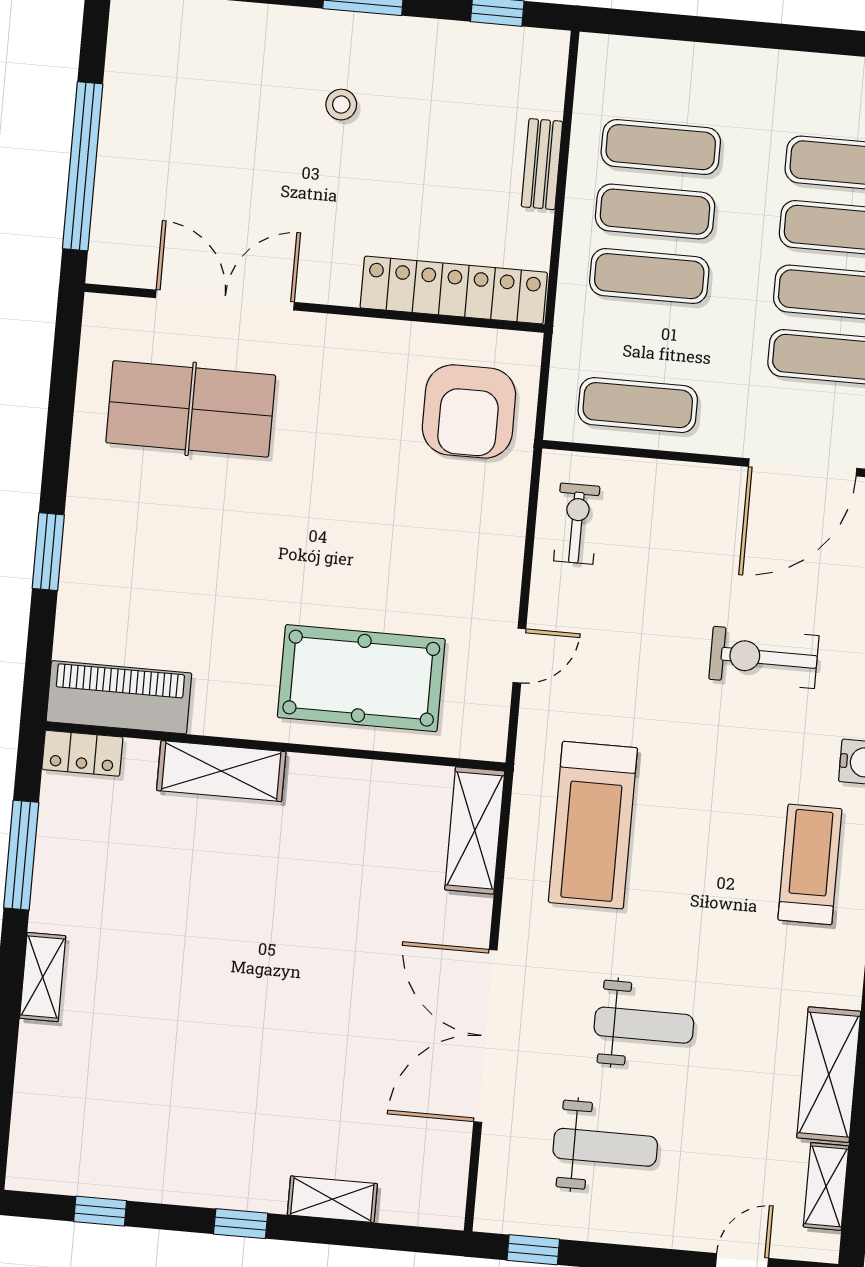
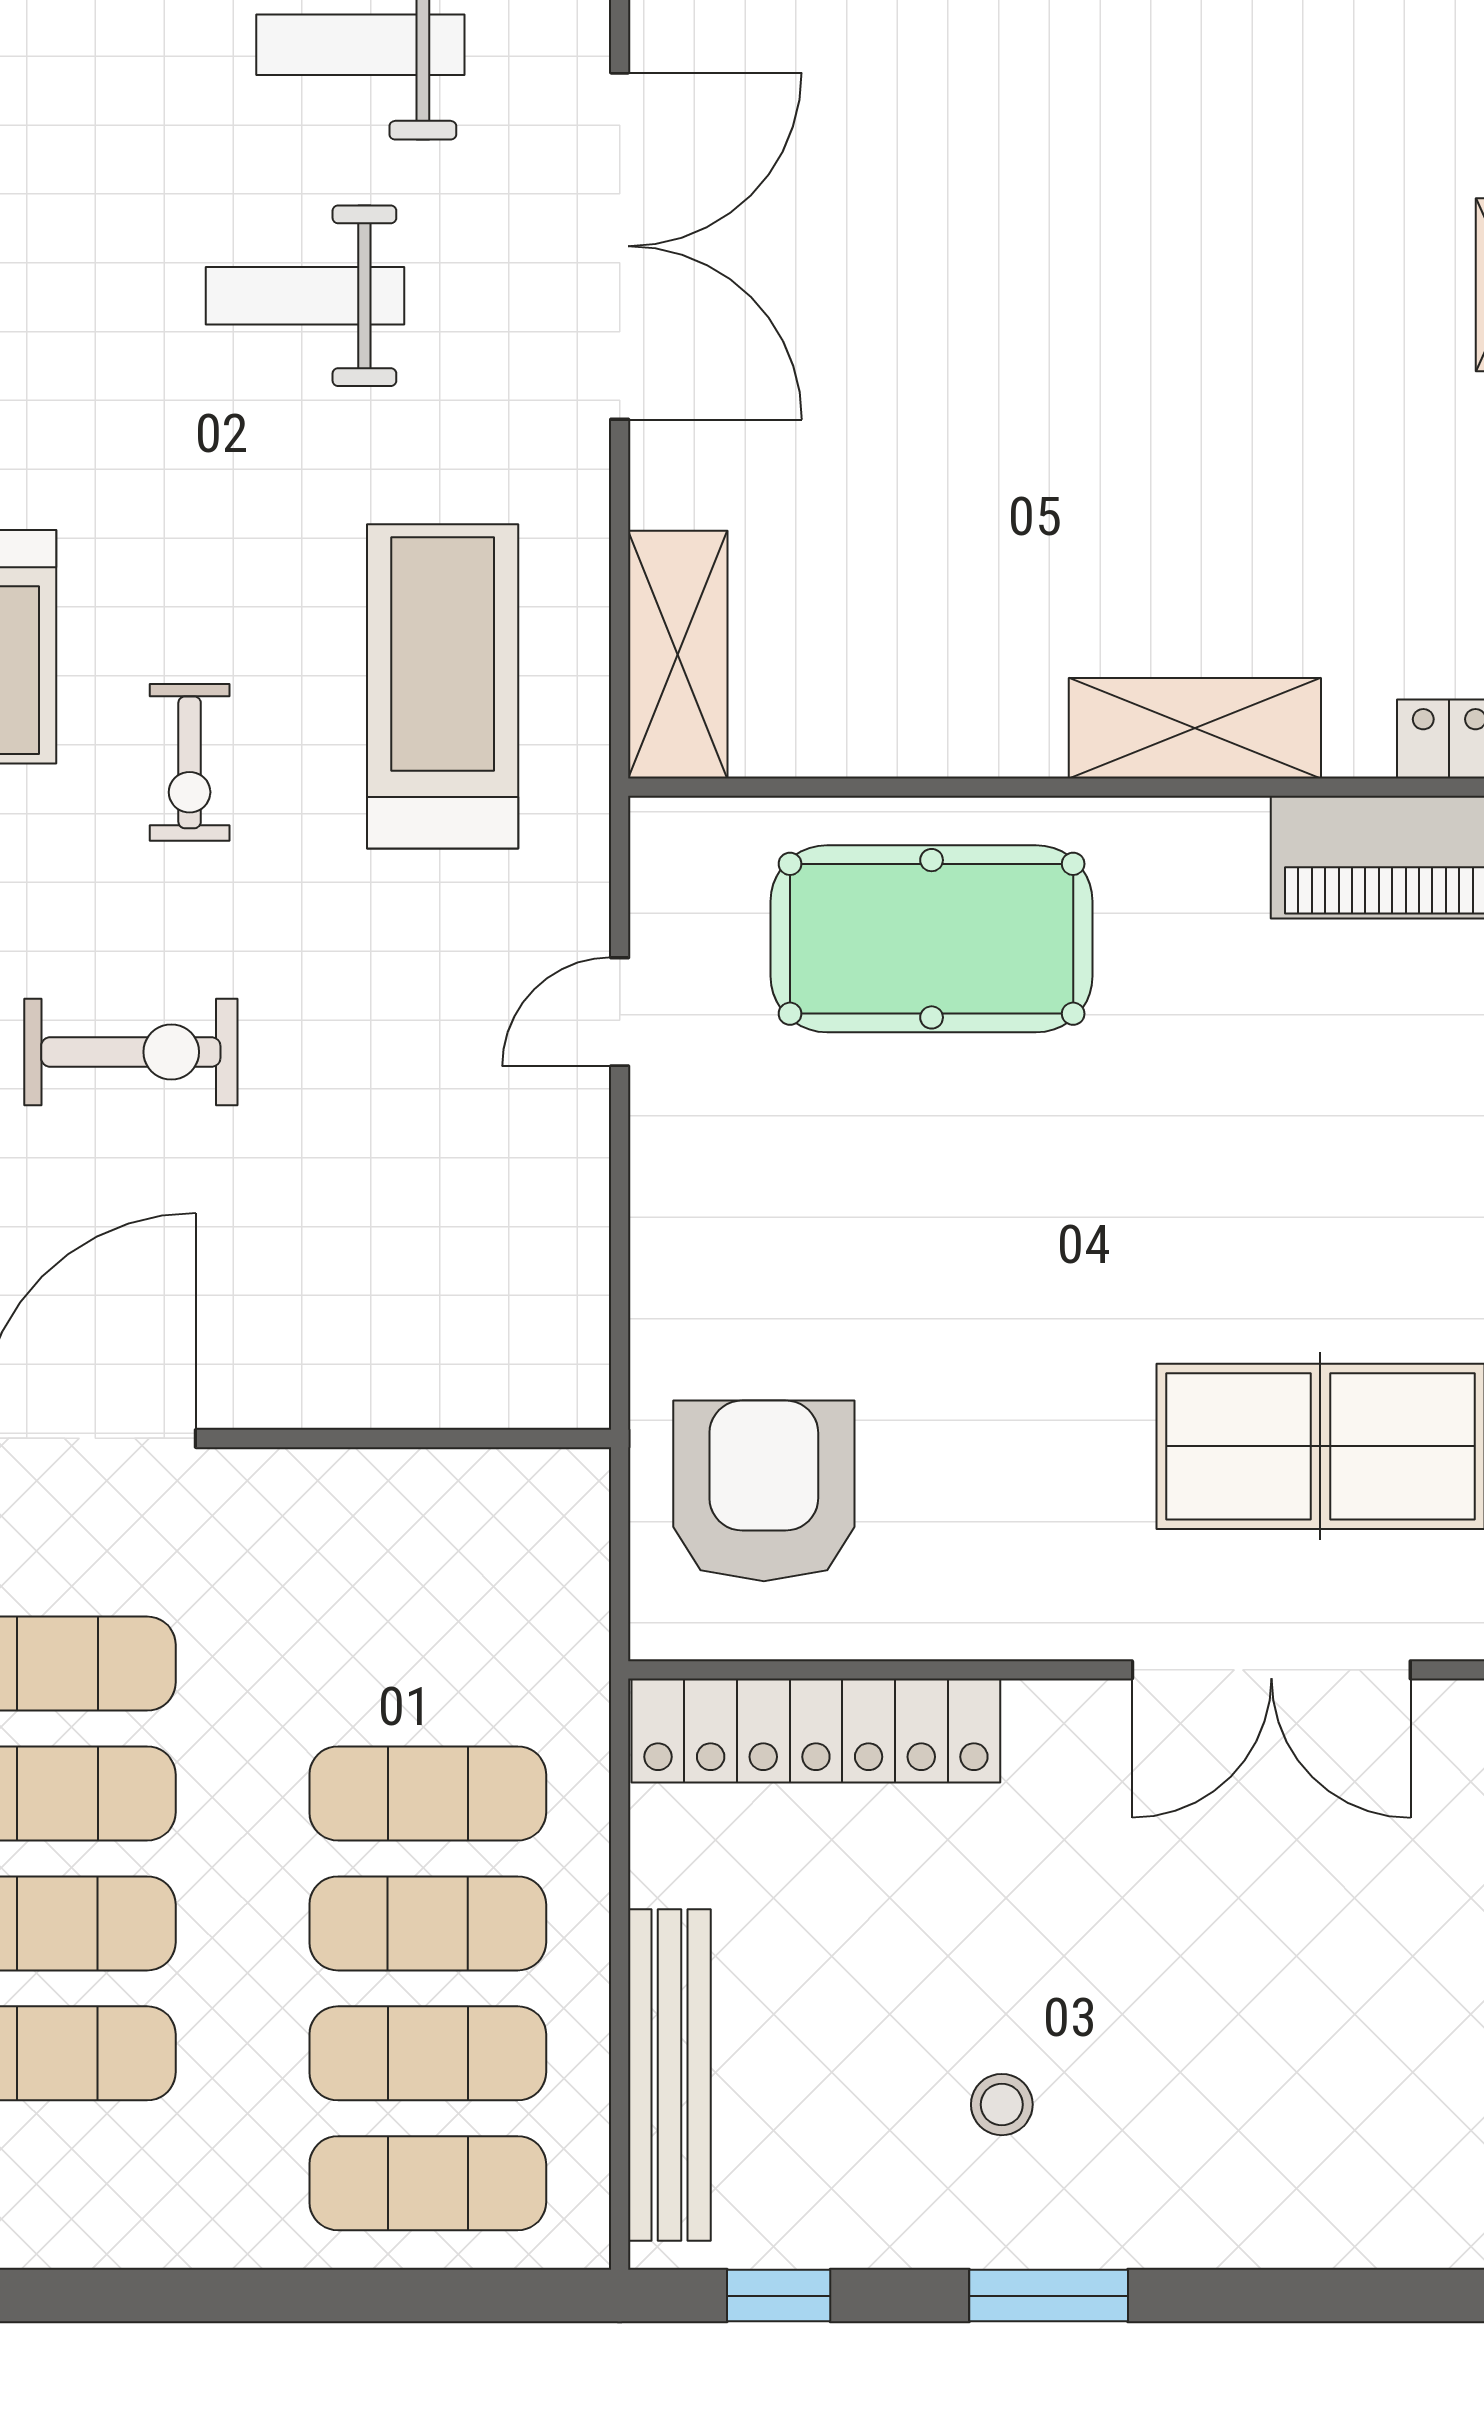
stool: (341, 105) -> (1002, 2105), moved
bench: (542, 164) -> (669, 2075), width x1.86, depth x1.21
exercise mat: (638, 405) -> (428, 2183), moved
exercise bike: (577, 524) -> (190, 762), moved

